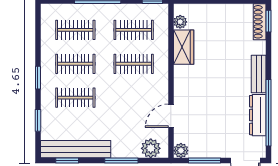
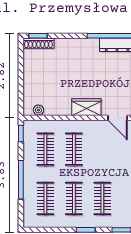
wardrobe: (184, 47) -> (86, 107), moved
bench: (259, 74) -> (82, 44), removed

